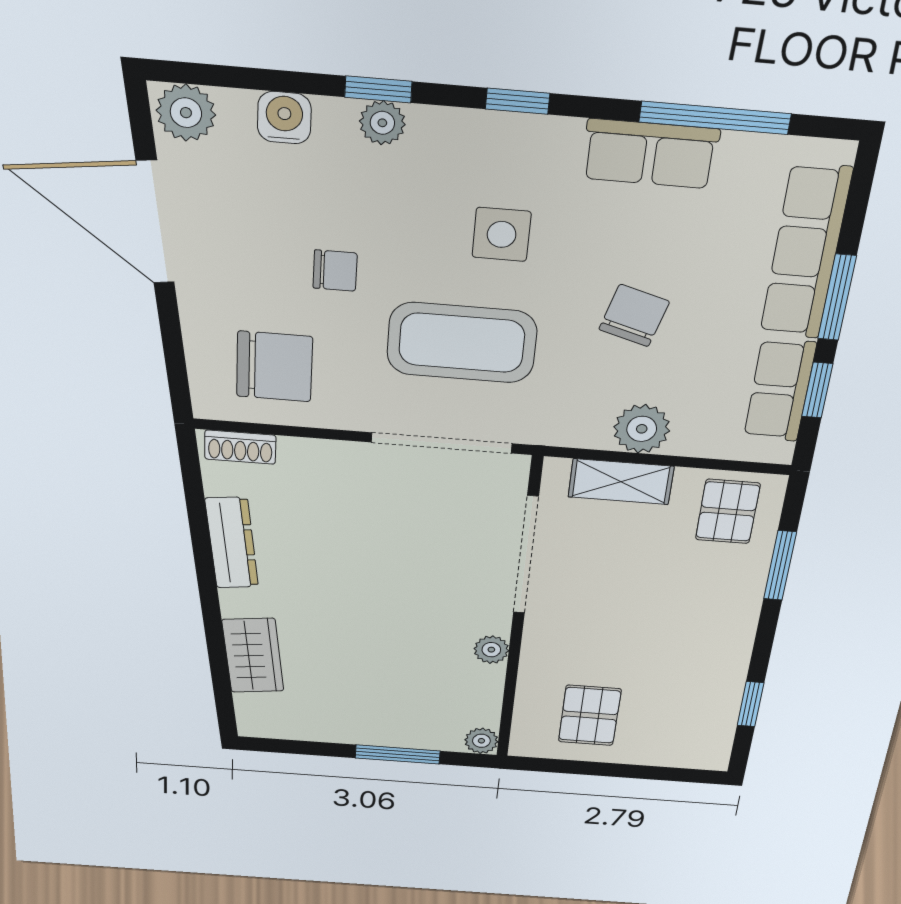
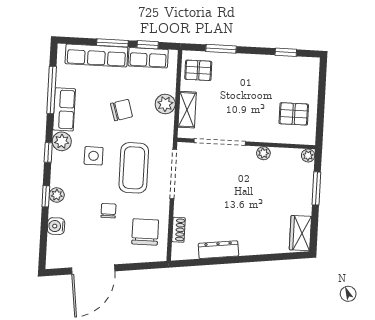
plant: (186, 113) -> (62, 141), moved
chair: (634, 316) -> (121, 110), turned 147
shoe rack: (240, 447) -> (179, 230), moved
wardrobe: (253, 655) -> (300, 233), moved, turned -83

